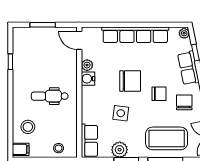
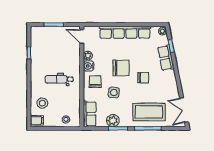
chair: (184, 102) -> (95, 82), moved

